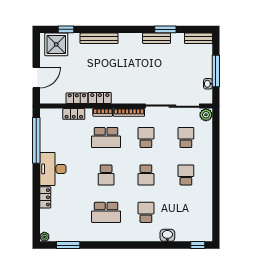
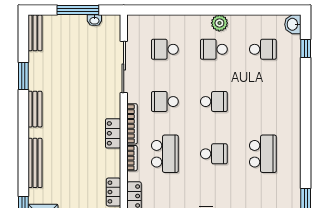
bench: (156, 38) -> (35, 109), moved
locker: (100, 98) -> (113, 133), moved
sliding door: (172, 106) -> (124, 67), width x0.73
plant: (206, 115) -> (219, 23), moved
school desk: (146, 212) -> (263, 49), moved, turned 180
washbasin: (167, 235) -> (293, 24), moved
window: (198, 245) -> (306, 48), moved

